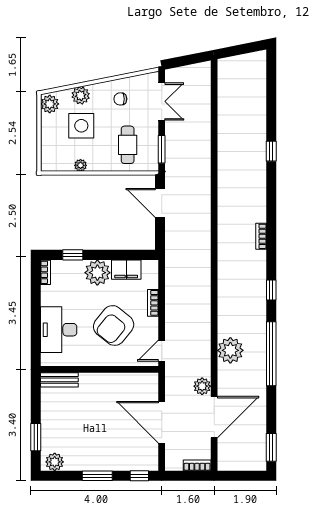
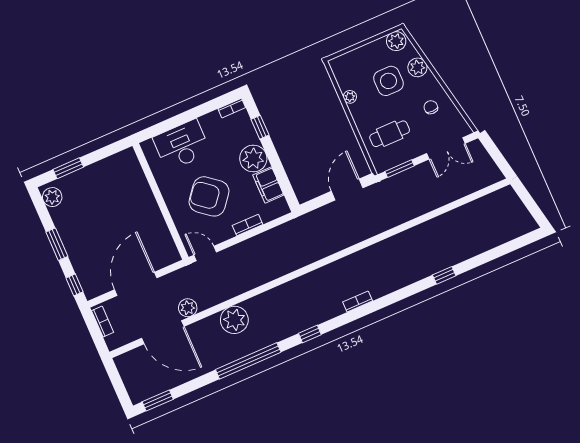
bench: (59, 380) -> (133, 167), removed
bookcase: (197, 465) -> (103, 322), moved

